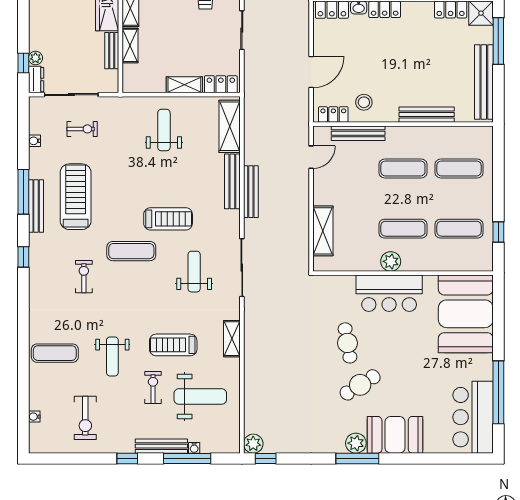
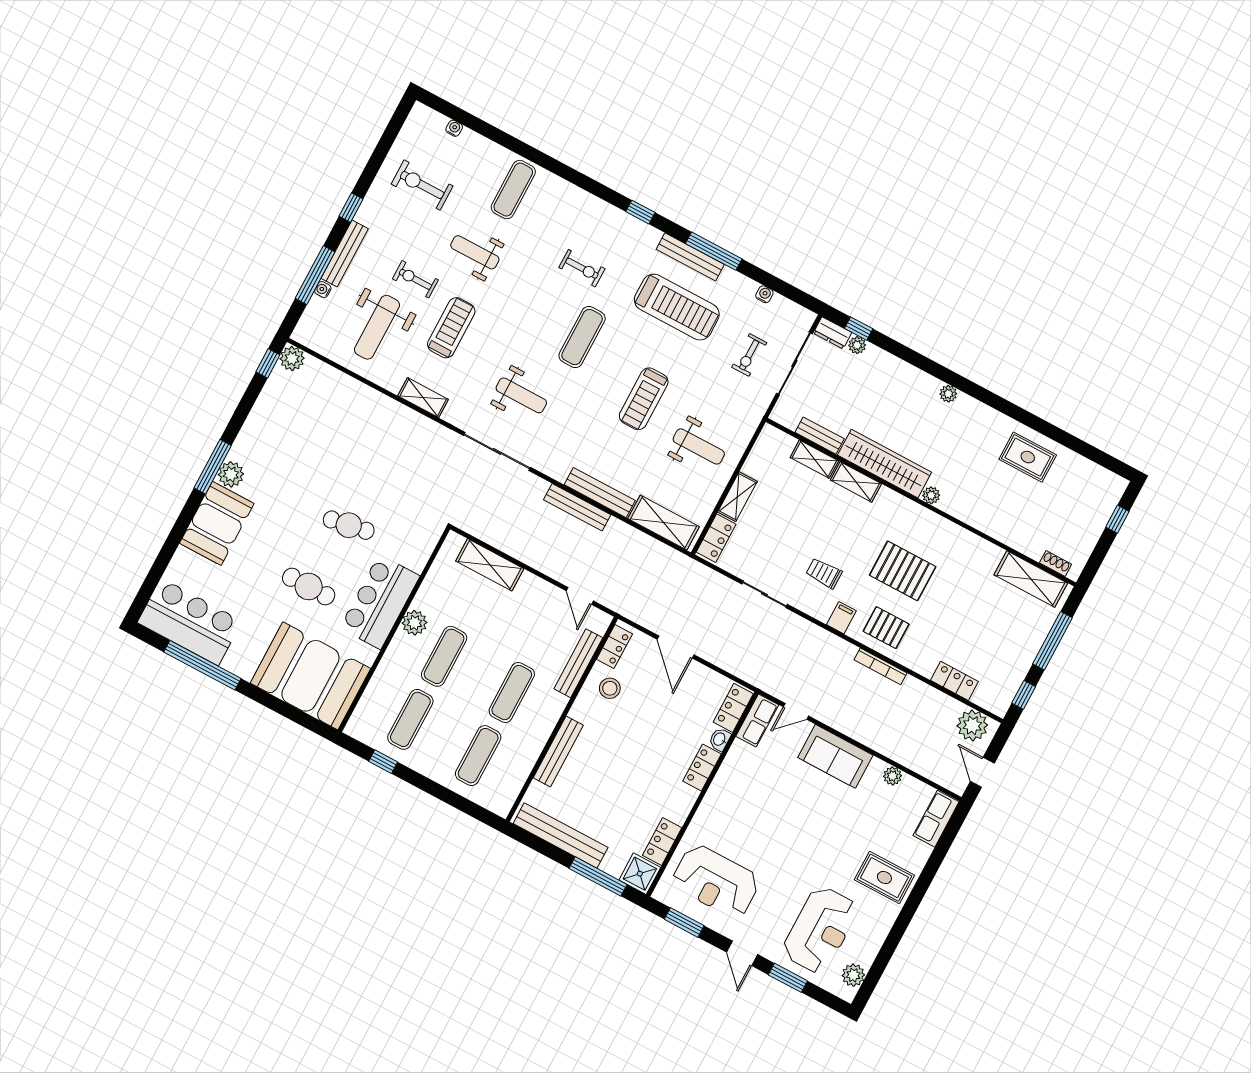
treadmill: (168, 219) -> (644, 399), moved
cafe table: (360, 385) -> (309, 586), moved, turned -58
exercise bike: (153, 388) -> (415, 279), turned 180

